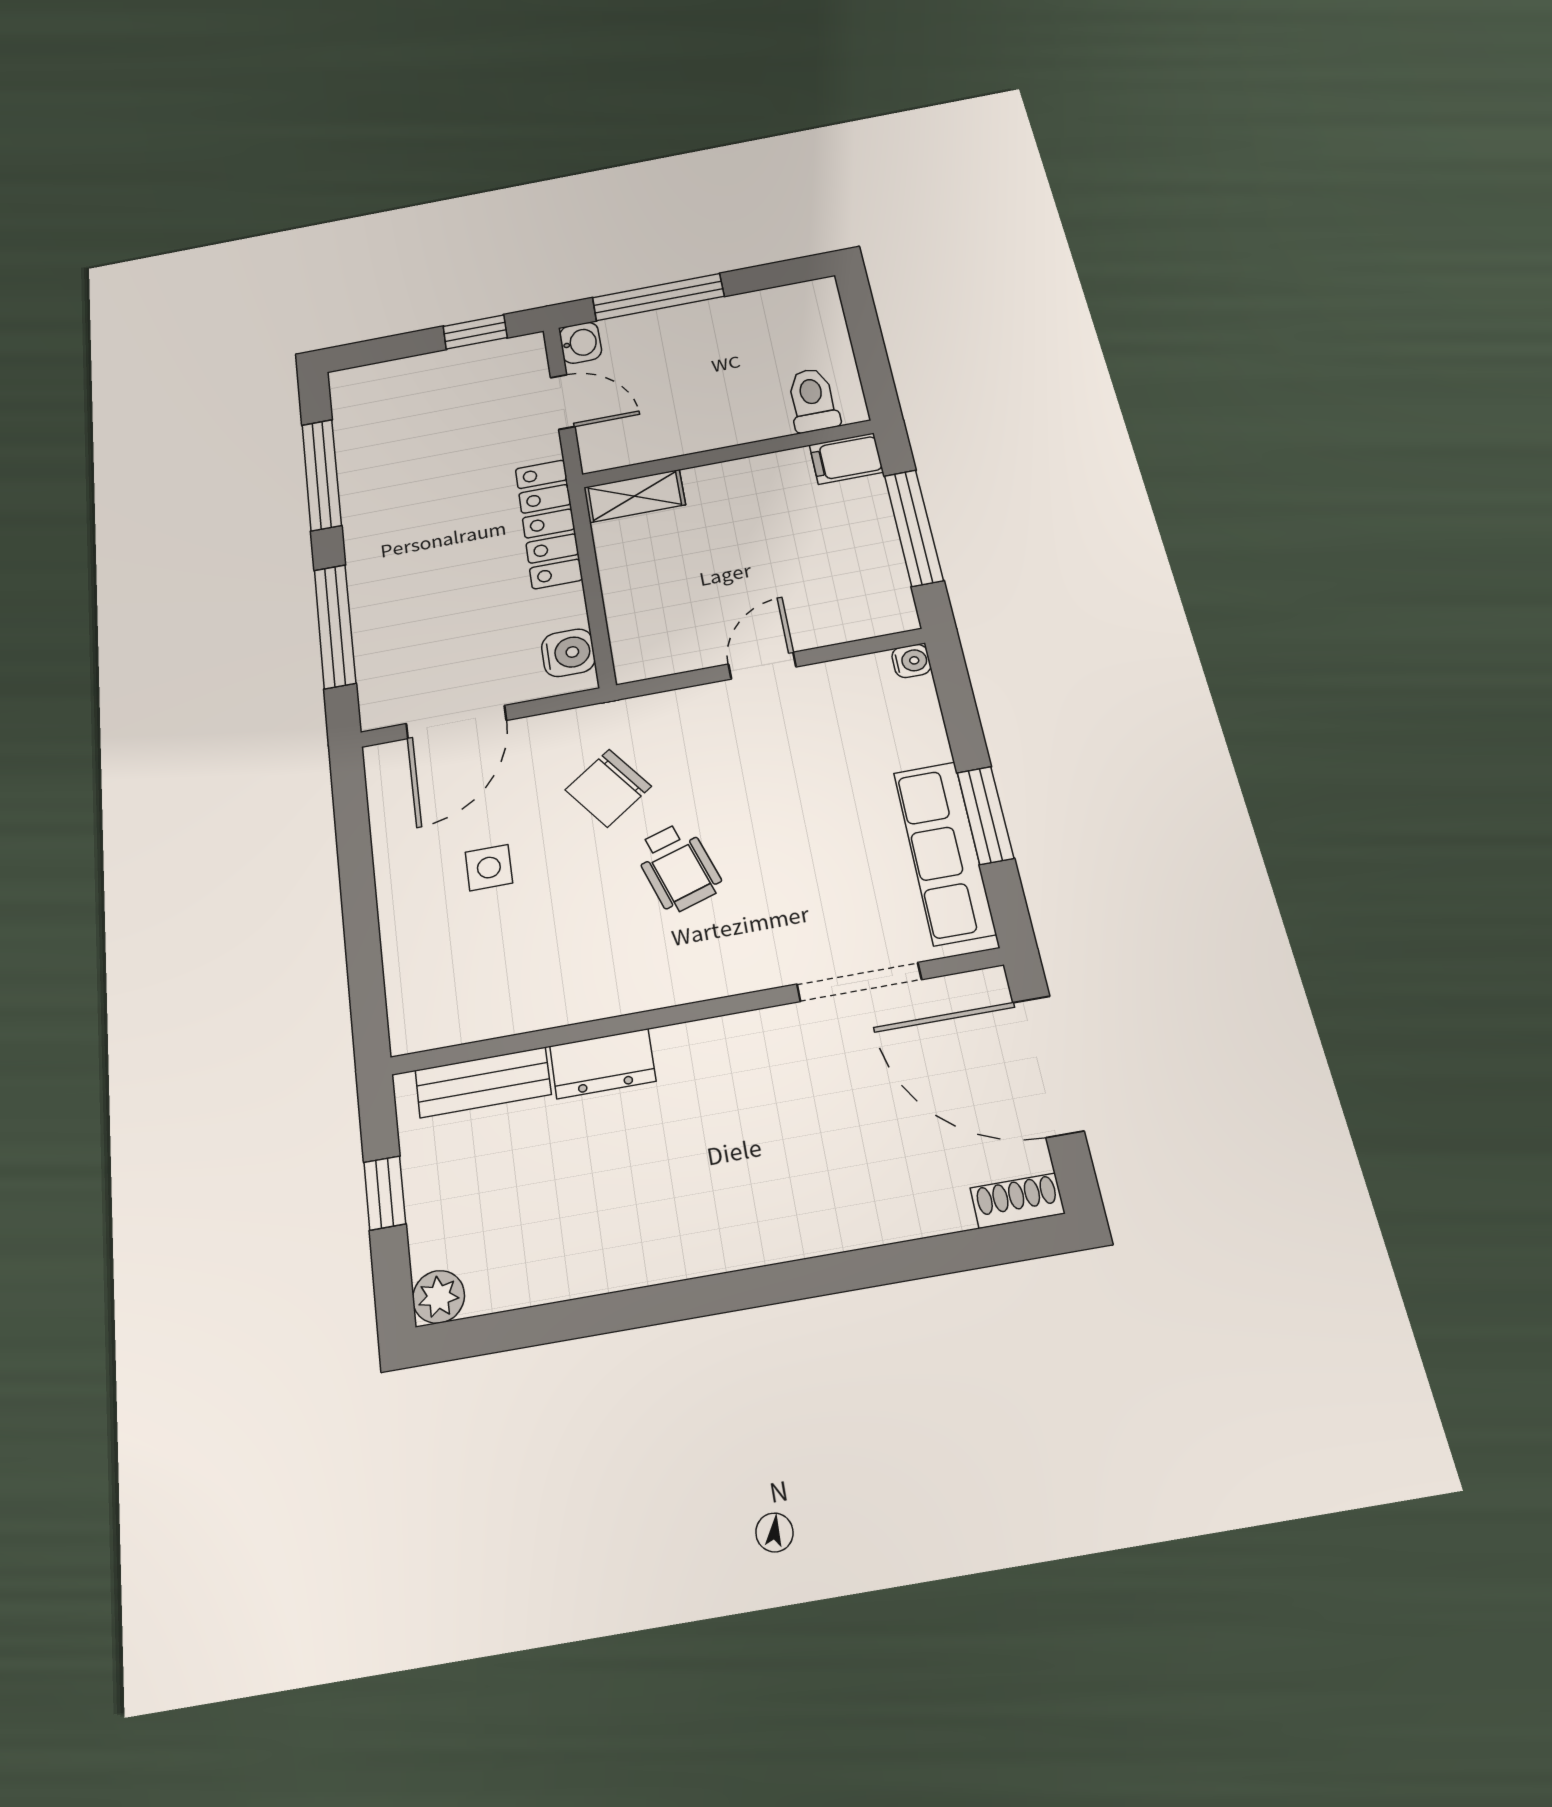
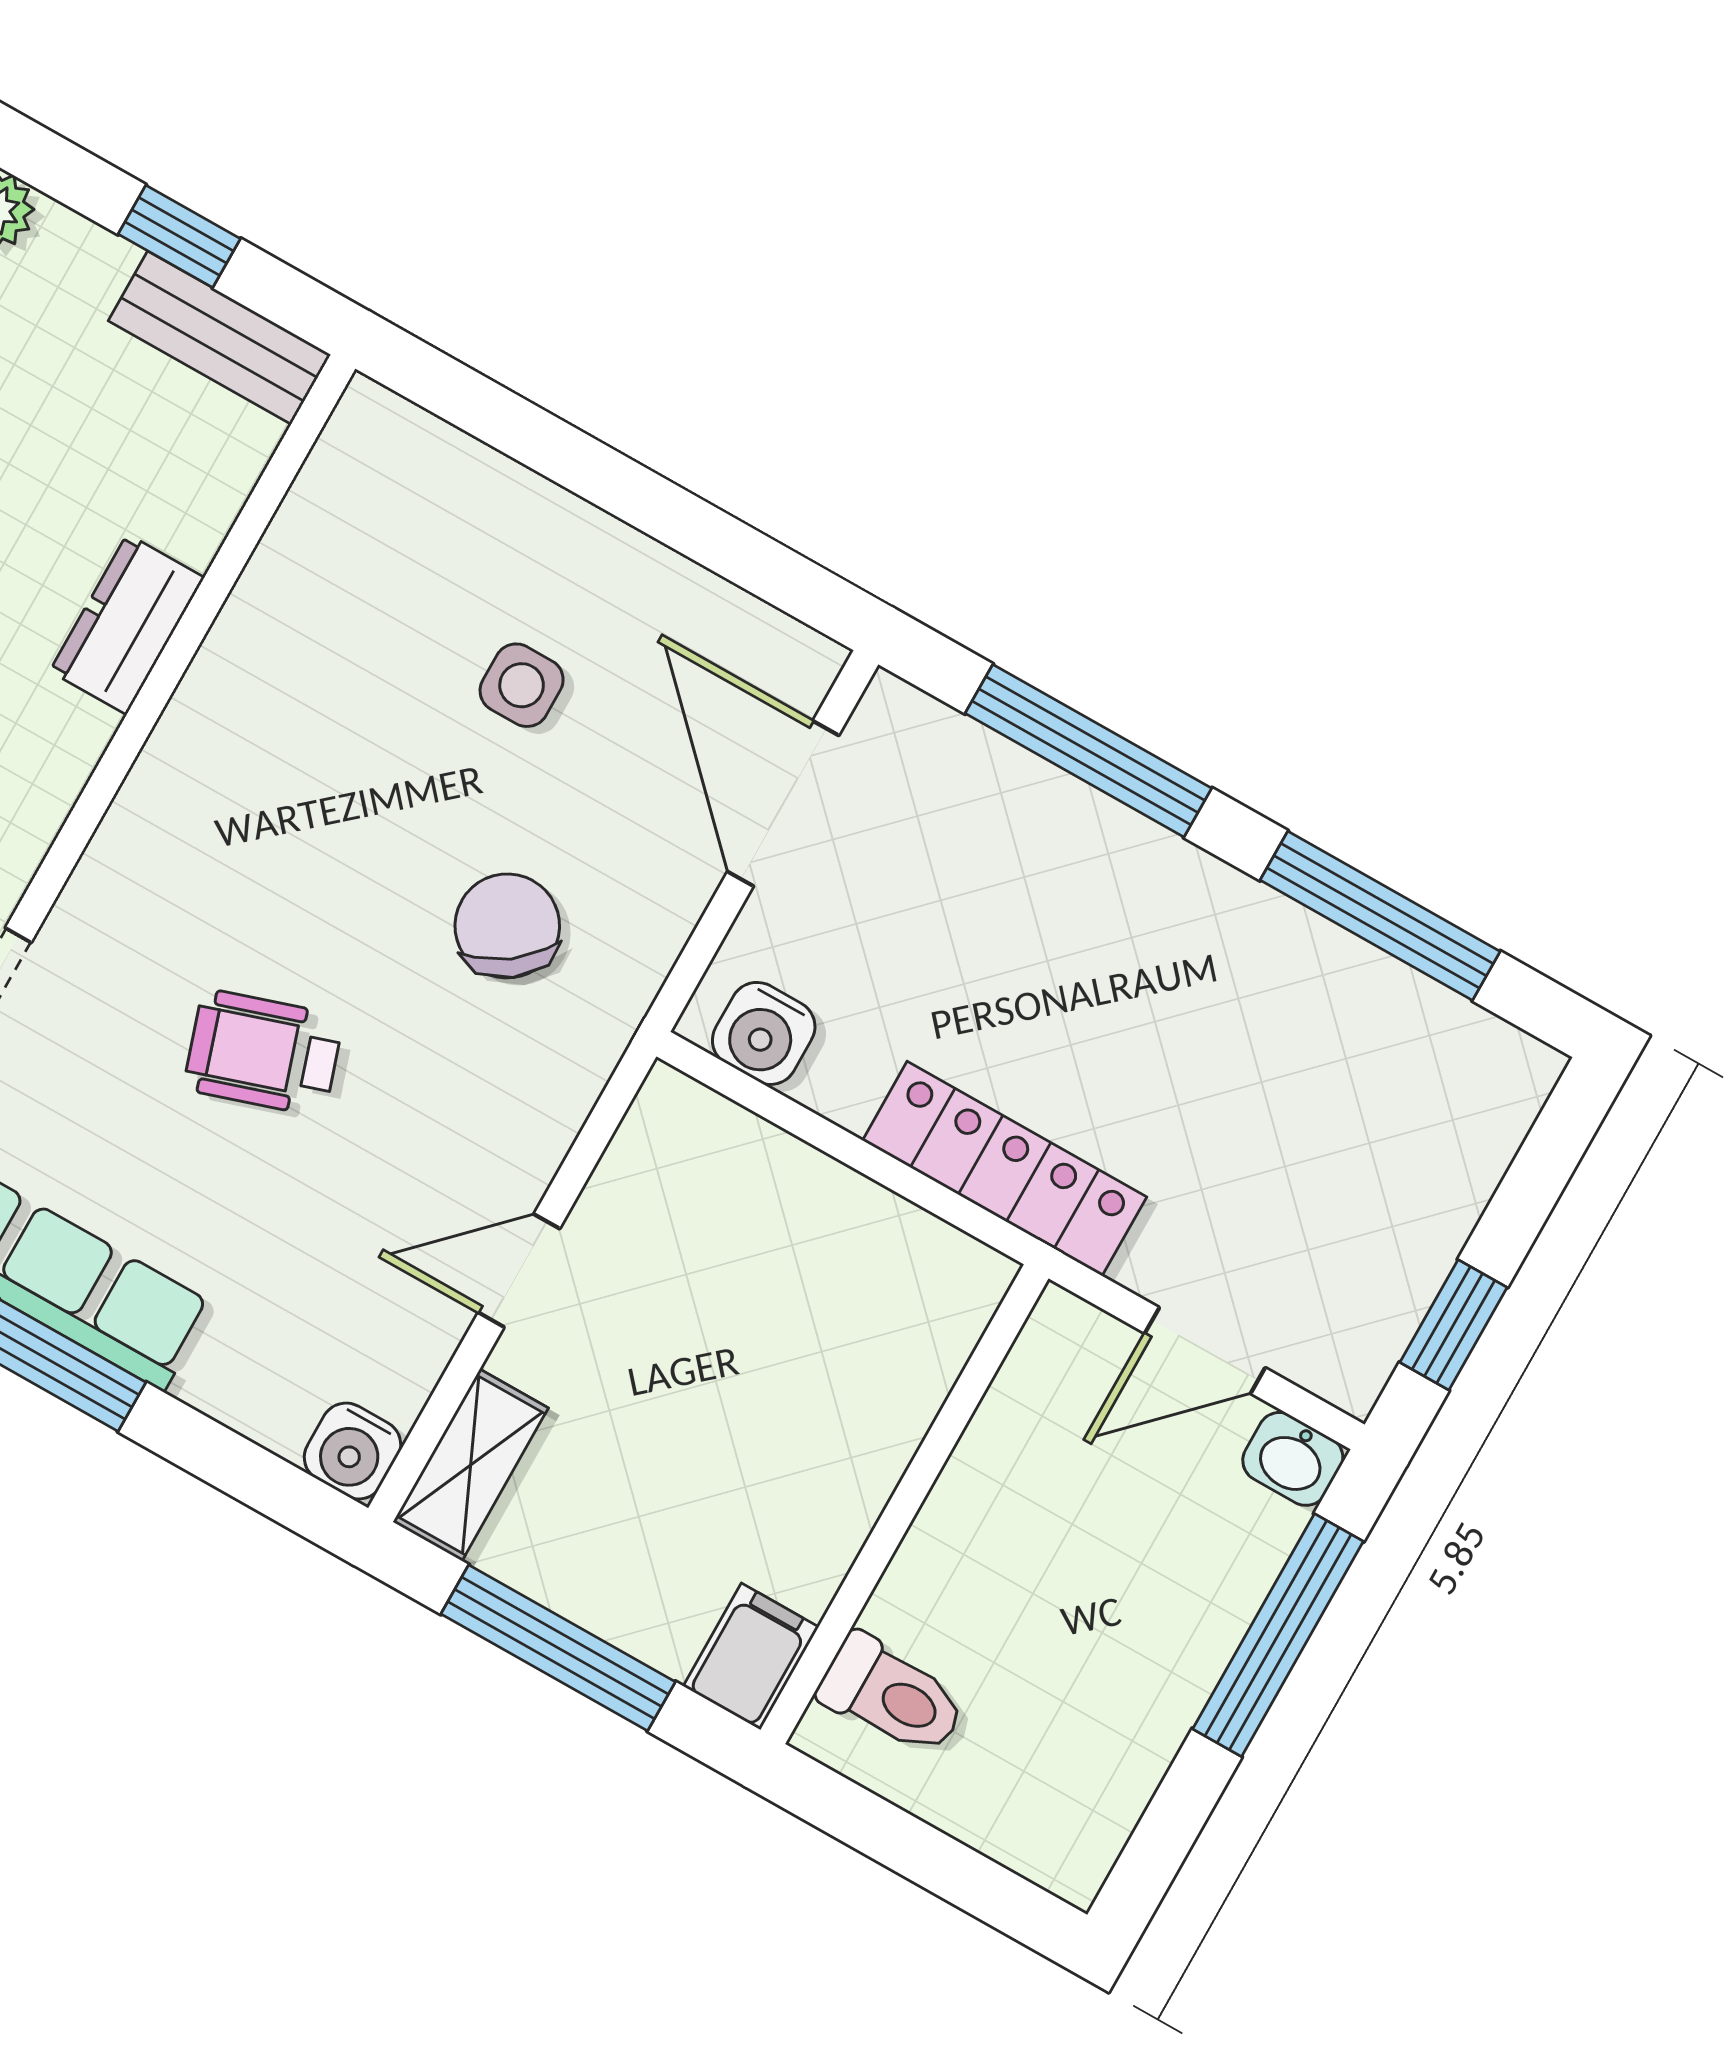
shelving: (635, 496) -> (471, 1465), moved
water cooler: (911, 661) -> (352, 1451), width x1.38, depth x1.38
door: (762, 665) -> (519, 1271), swing flipped
wheelchair: (678, 867) -> (264, 1053), moved
bench: (483, 1082) -> (219, 338), moved, turned 90

